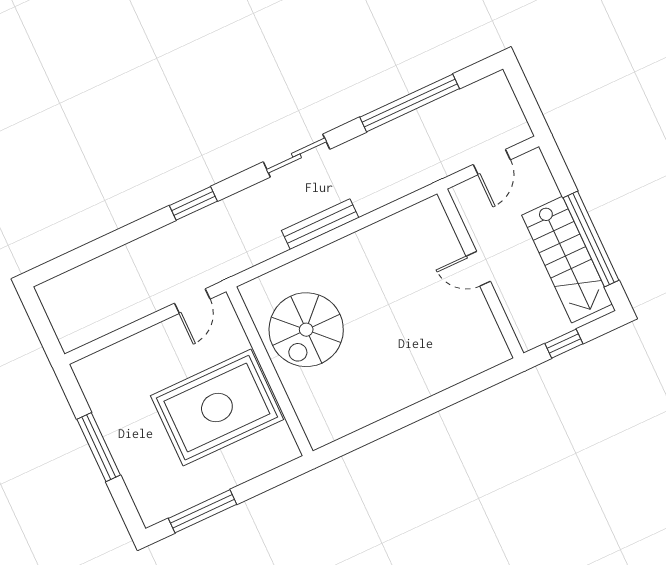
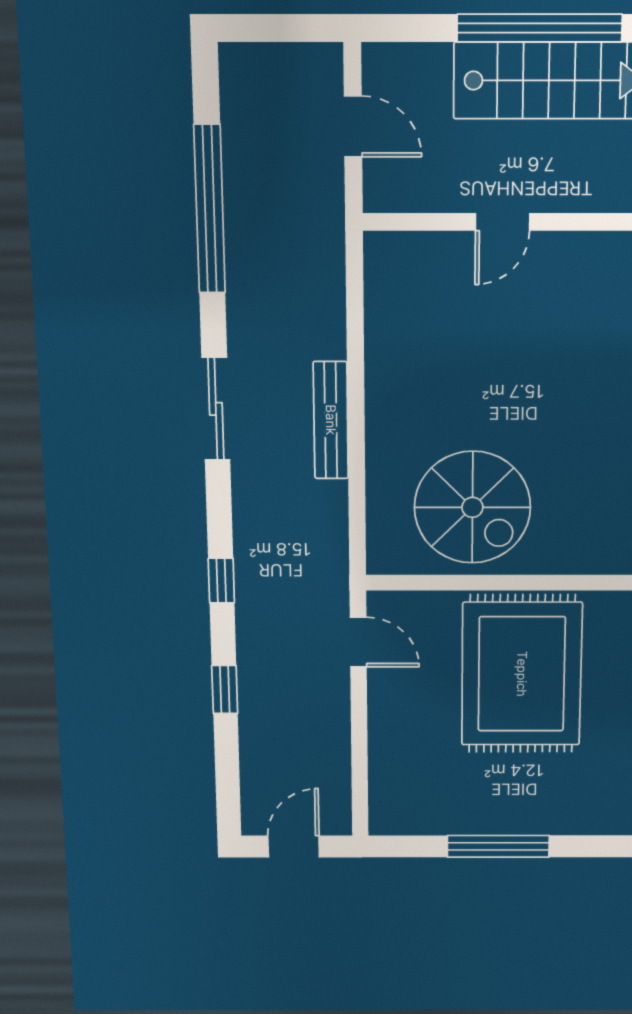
window: (193, 203) -> (221, 581), width x0.67
window: (125, 235) -> (225, 689), added
door: (41, 322) -> (294, 847), added

